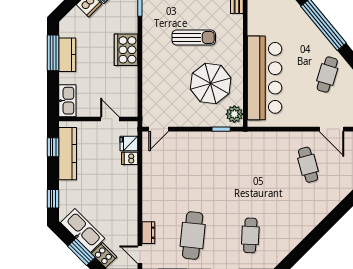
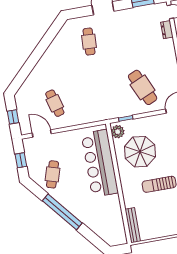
cafe table: (193, 235) -> (143, 87), moved, turned -30

